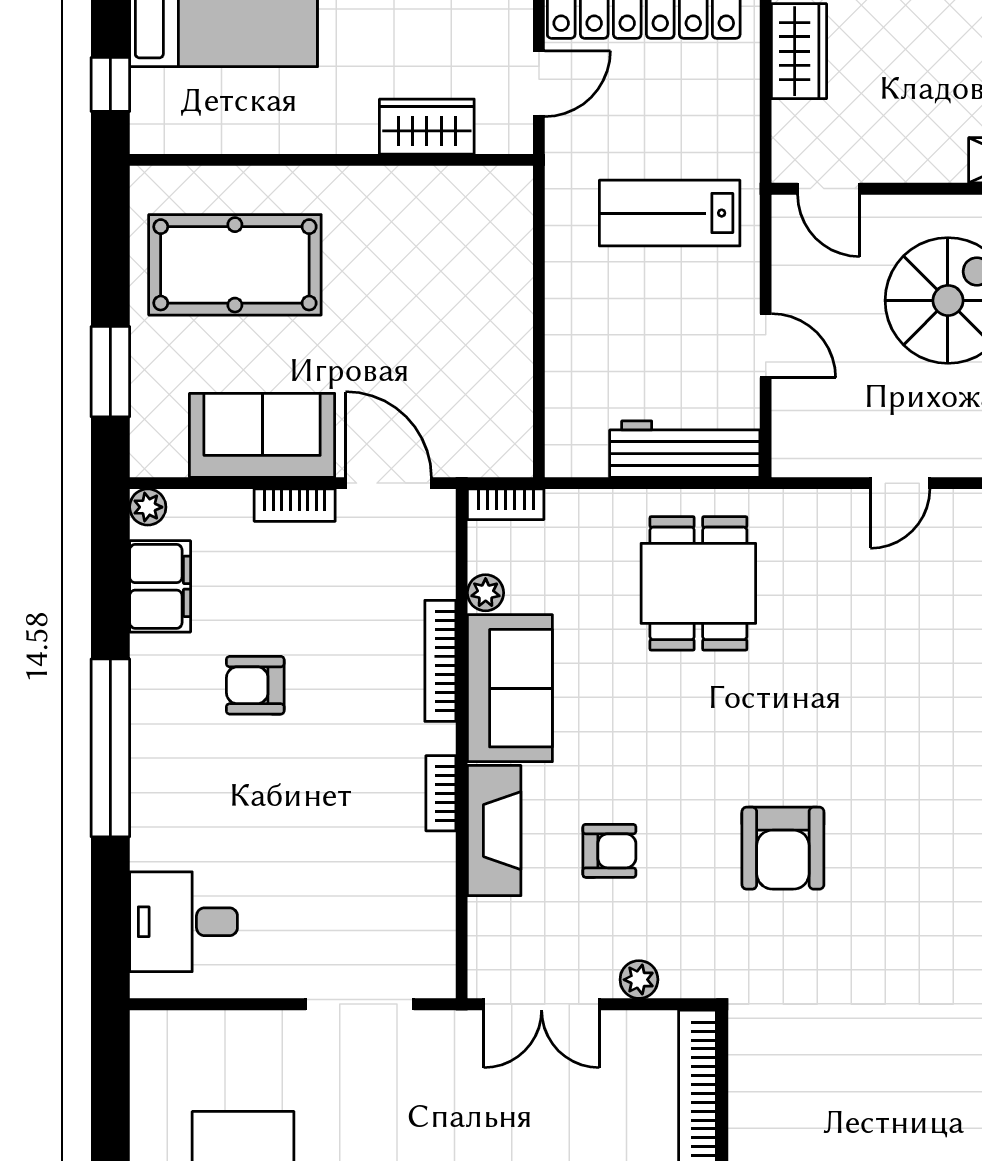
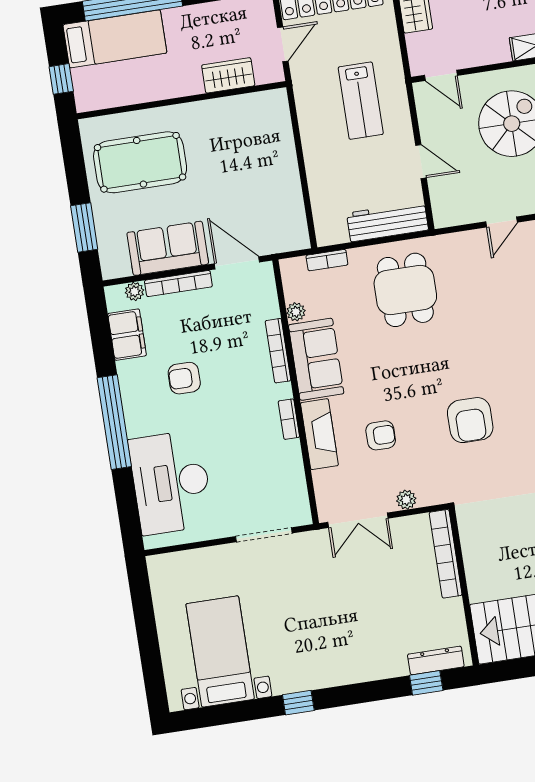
lab bench: (670, 213) -> (361, 101), turned -90
bookcase: (506, 504) -> (327, 260), moved
bookcase: (295, 505) -> (178, 284), width x1.56
plant: (148, 507) -> (135, 291), moved
desk: (184, 922) -> (171, 482), width x1.87, depth x1.30

